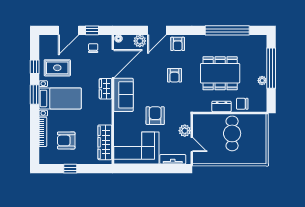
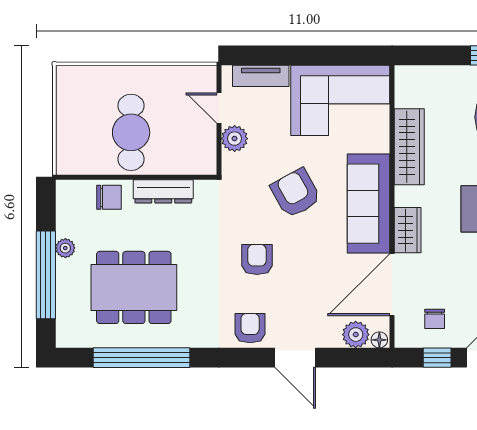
door: (157, 30) -> (295, 358), swing flipped
plant: (140, 41) -> (356, 335), moved
dining table: (220, 73) -> (134, 287), moved
sofa: (123, 95) -> (369, 204), width x1.36
dresser: (221, 106) -> (163, 191), width x1.44
armchair: (155, 116) -> (296, 193), moved, turned 151
wardrobe: (105, 142) -> (409, 147), moved

